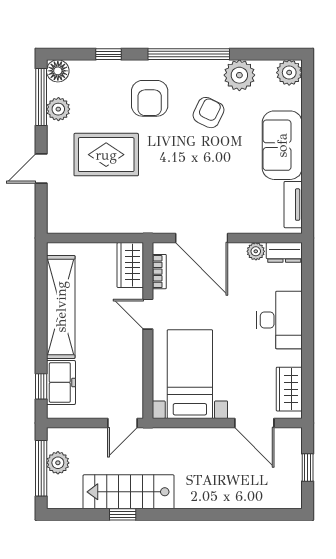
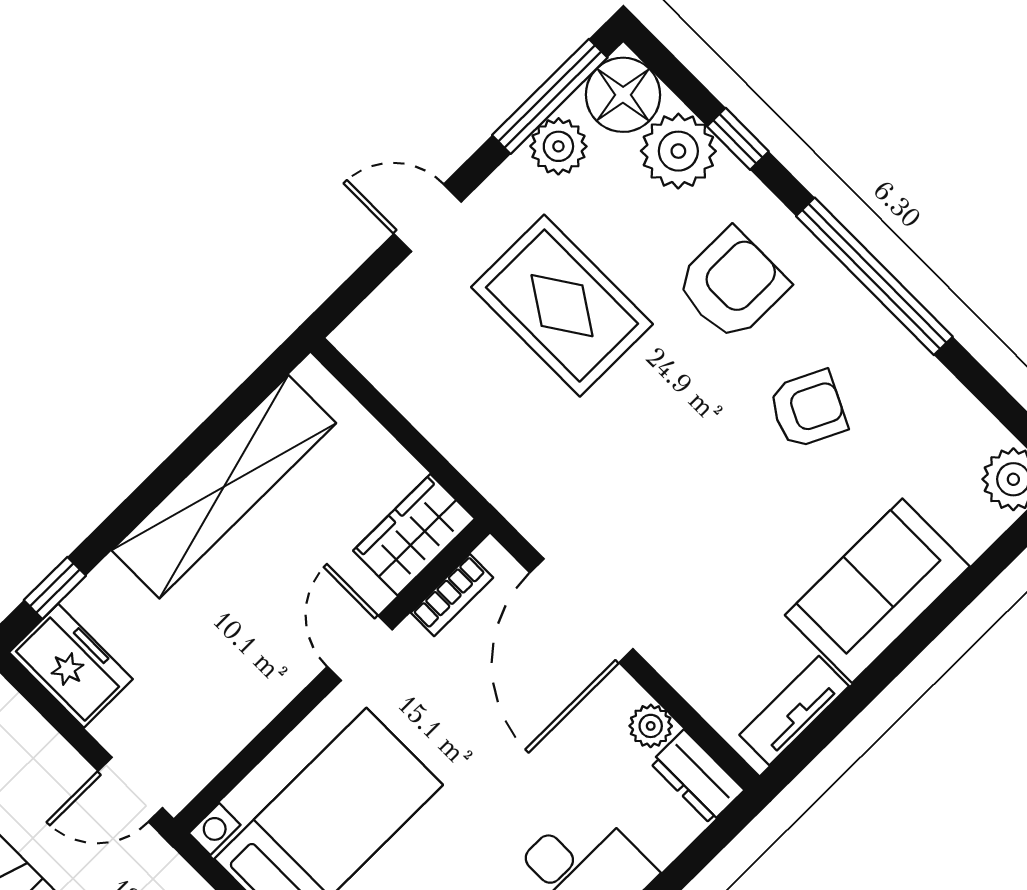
floor lamp: (58, 71) -> (623, 95), width x1.38, depth x1.38
plant: (239, 75) -> (678, 151), moved
armchair: (150, 98) -> (732, 284), turned 180
freezer: (61, 382) -> (71, 666), moved, turned -90

